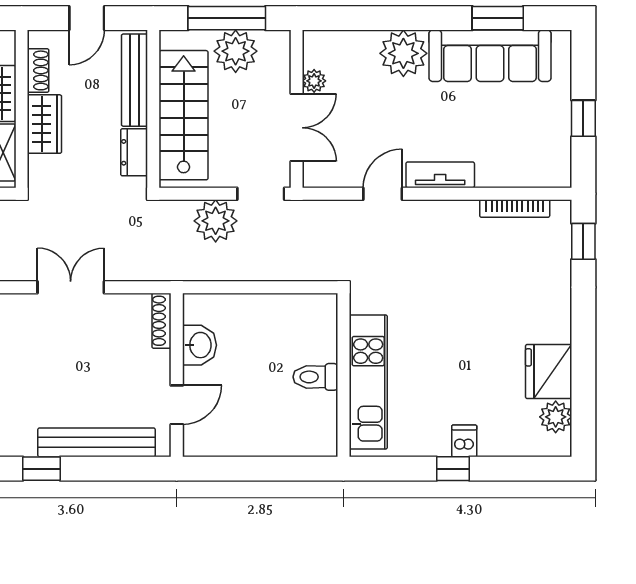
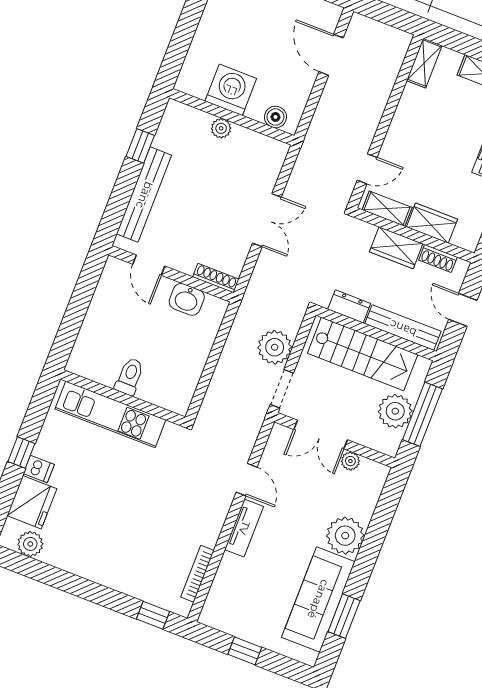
fridge: (549, 371) -> (32, 502), moved, turned 90

